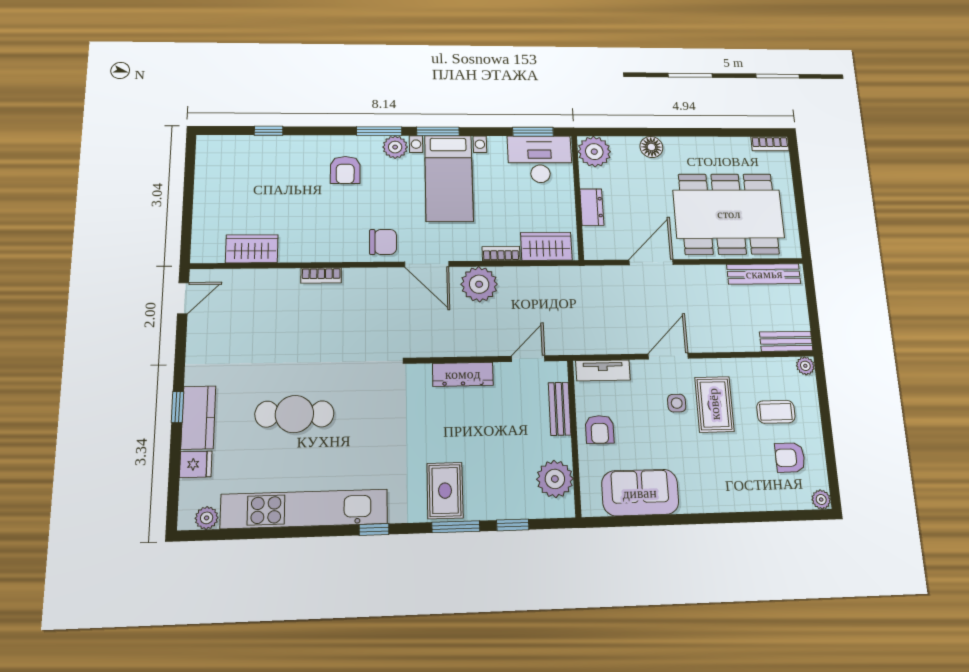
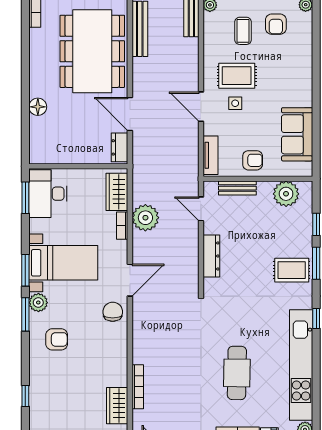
plant: (594, 152) -> (42, 151), removed
dresser: (592, 207) -> (120, 147), moved, turned -90
bookcase: (321, 276) -> (138, 387), moved, width x1.56
plant: (479, 284) -> (145, 218), moved

